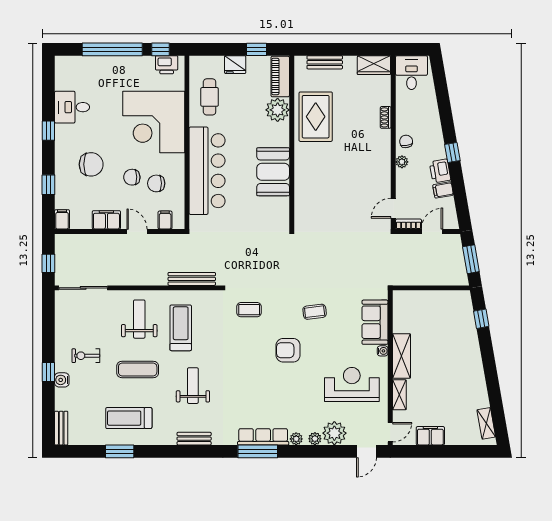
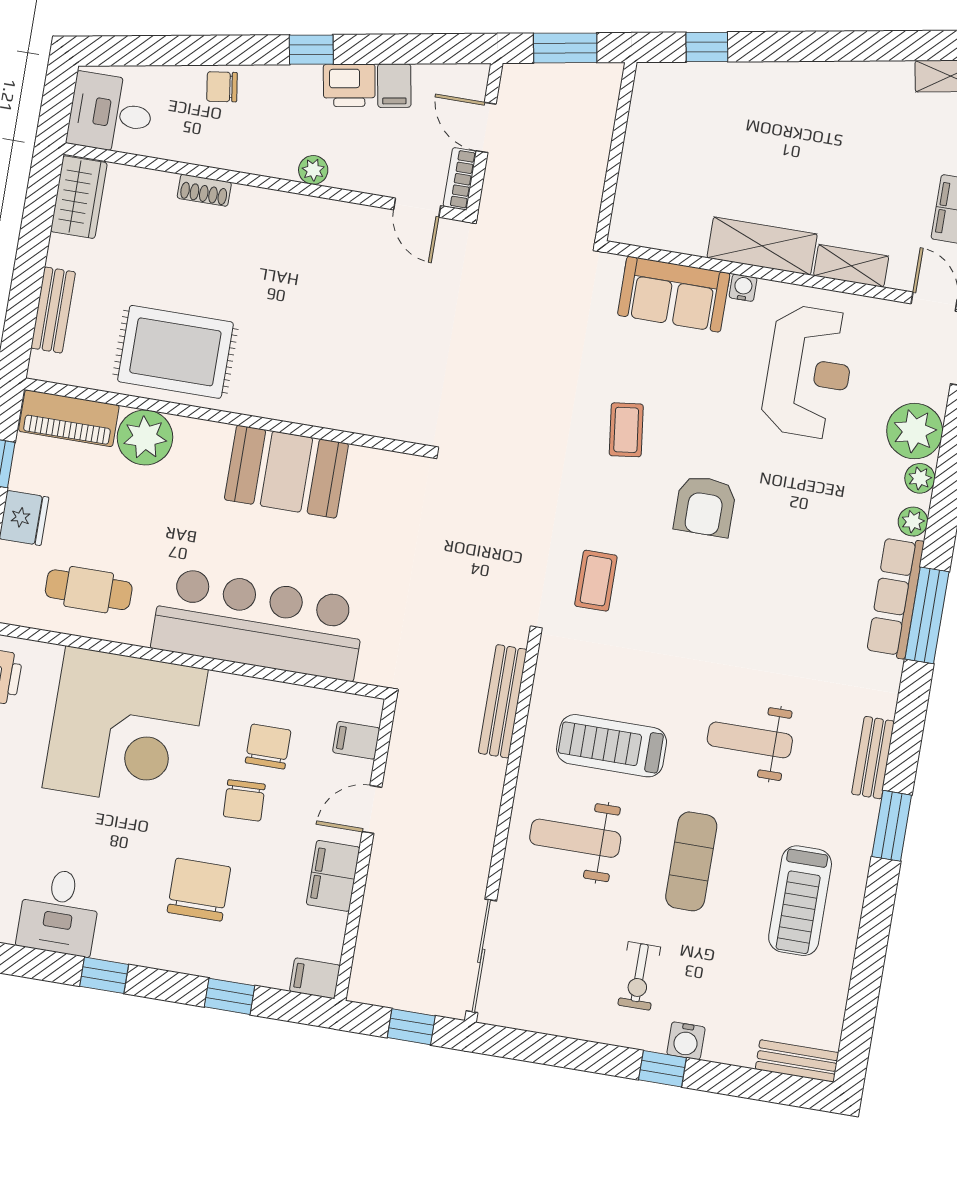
chair: (406, 141) -> (222, 87), moved
chair: (156, 183) -> (268, 746), turned 180
reception desk: (352, 384) -> (809, 372), turned 180
window: (120, 451) -> (892, 826), moved

